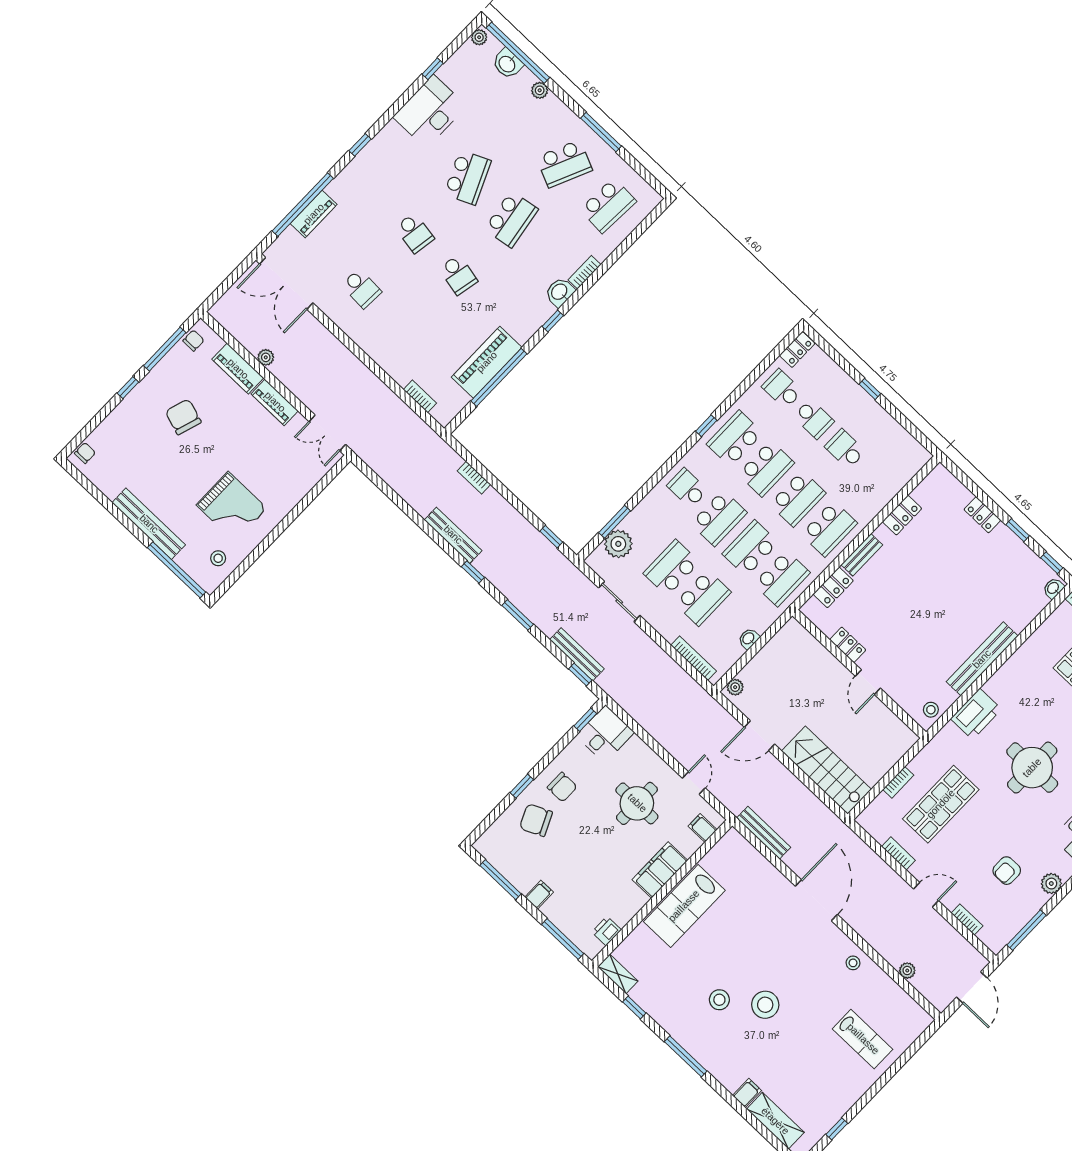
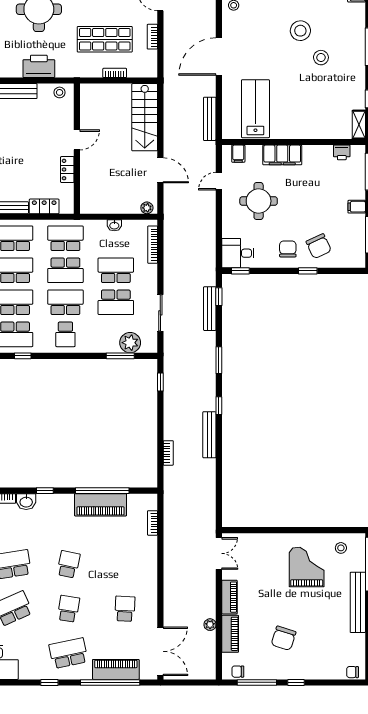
school desk: (371, 191) -> (68, 653), added
piano: (314, 214) -> (116, 669), width x1.37, depth x1.33
lab bench: (684, 906) -> (255, 109), moved, turned -90

